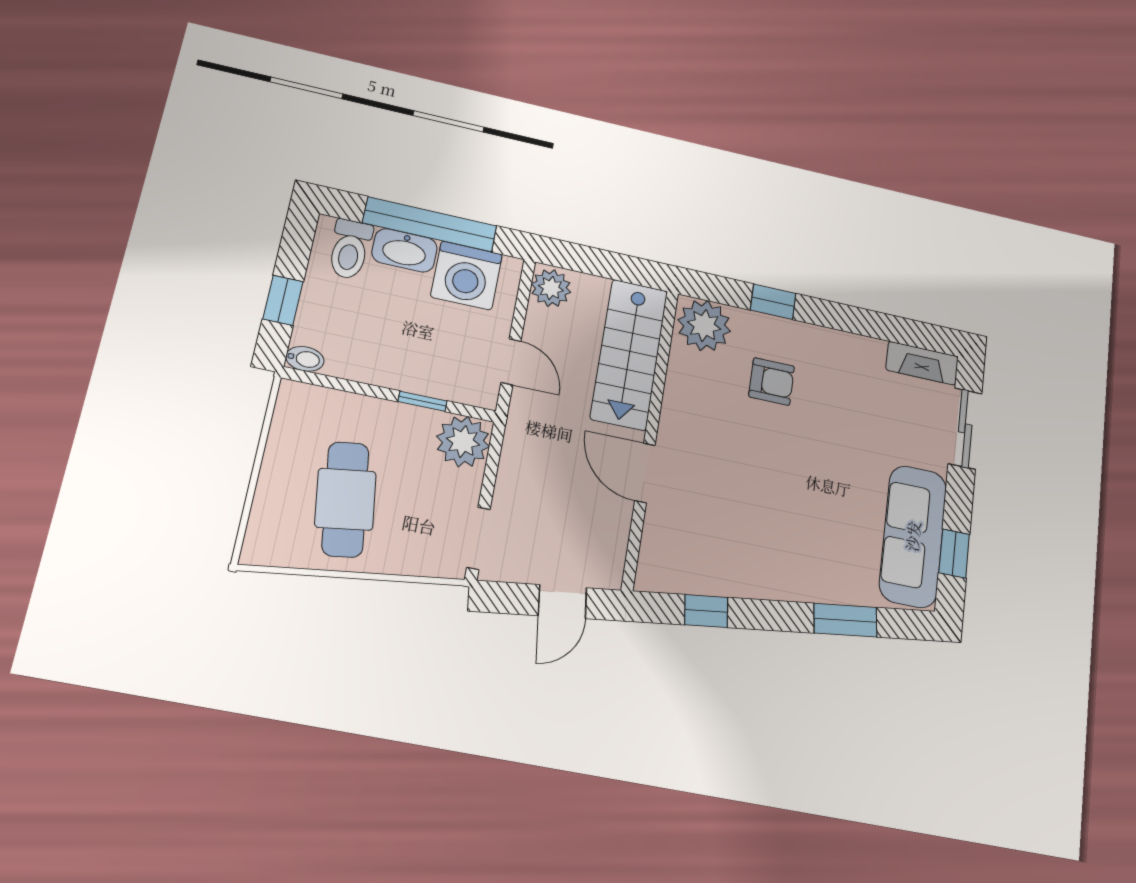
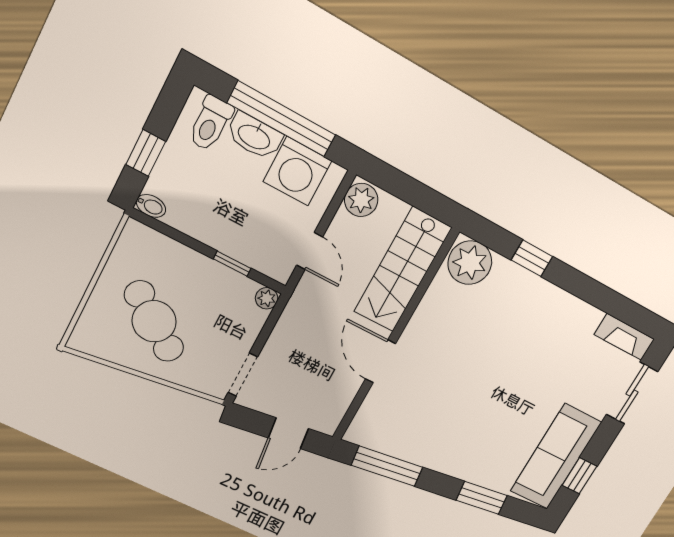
armchair: (772, 381) -> (503, 320), removed
plant: (463, 442) -> (267, 298), width x0.53, depth x0.53
cafe table: (345, 499) -> (154, 321), turned -45
window: (706, 611) -> (387, 466), width x2.17

